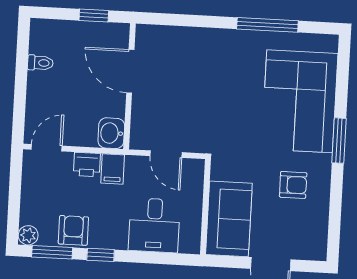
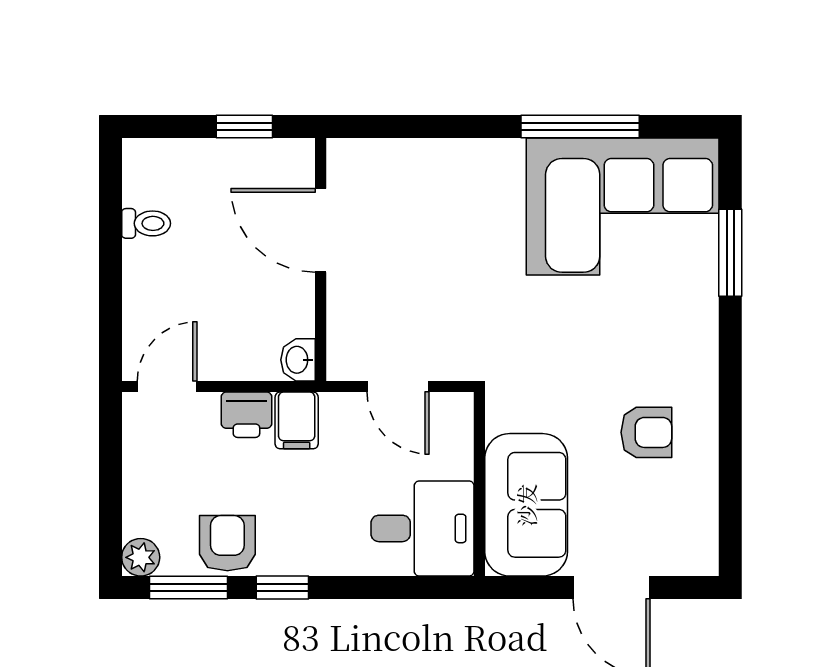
corner sofa: (300, 101) -> (623, 206), moved, turned -90
washbasin: (111, 133) -> (298, 360), width x0.72, depth x0.69
window: (339, 141) -> (730, 253), moved
desk: (154, 225) -> (423, 528), moved, turned -90

